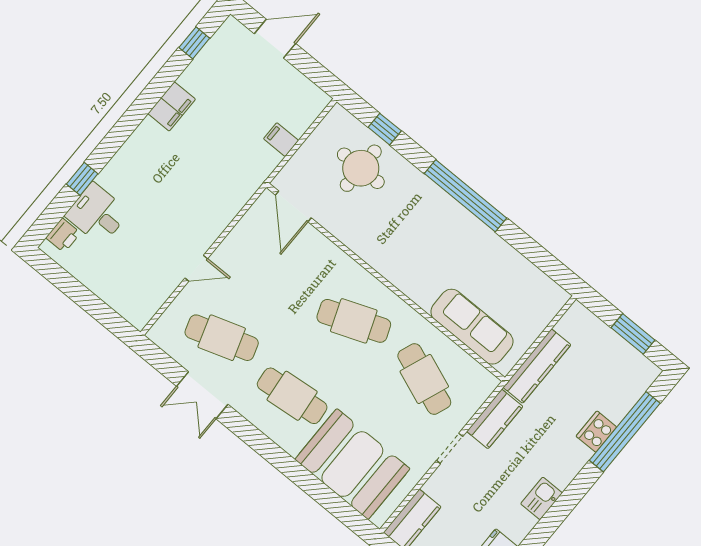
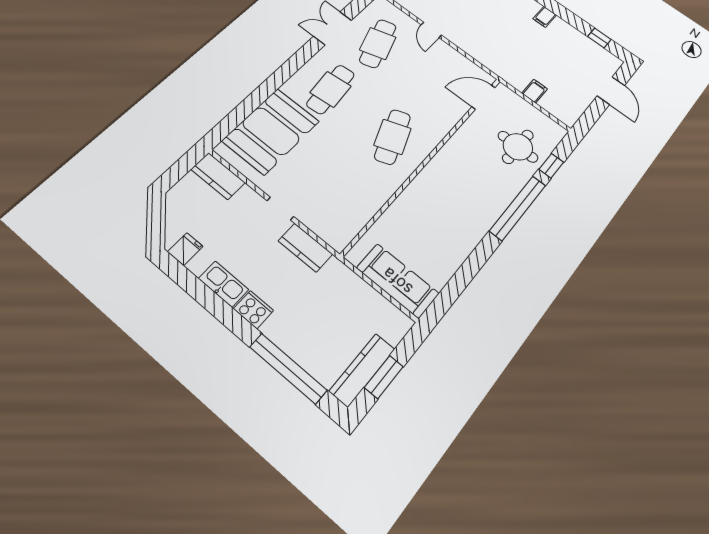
filing cabinet: (172, 106) -> (545, 17), width x0.50
window: (466, 196) -> (518, 208), moved
sofa: (472, 327) -> (398, 281), moved, turned -90
kitchen counter: (537, 366) -> (362, 370), moved, turned 90
cafe table: (424, 379) -> (343, 190), removed
cooker: (596, 432) -> (253, 310), moved
kitchen sink: (541, 498) -> (224, 284), width x1.38

